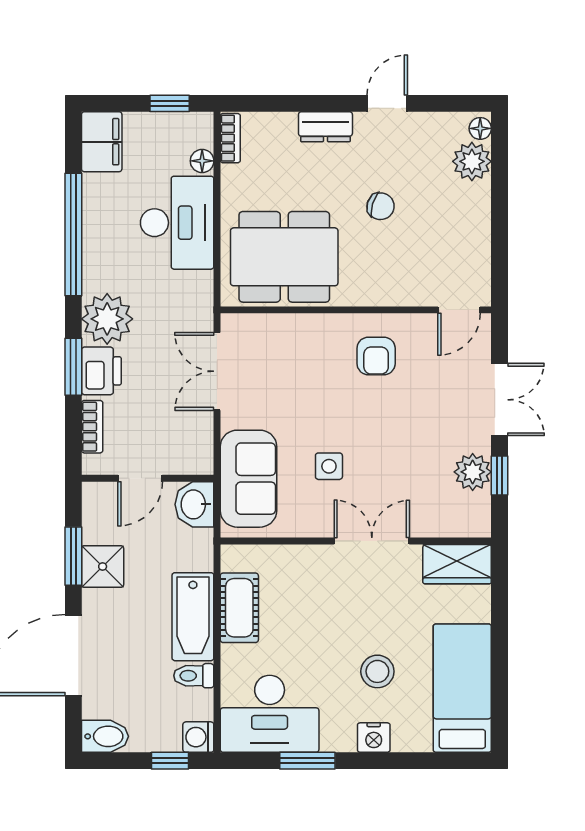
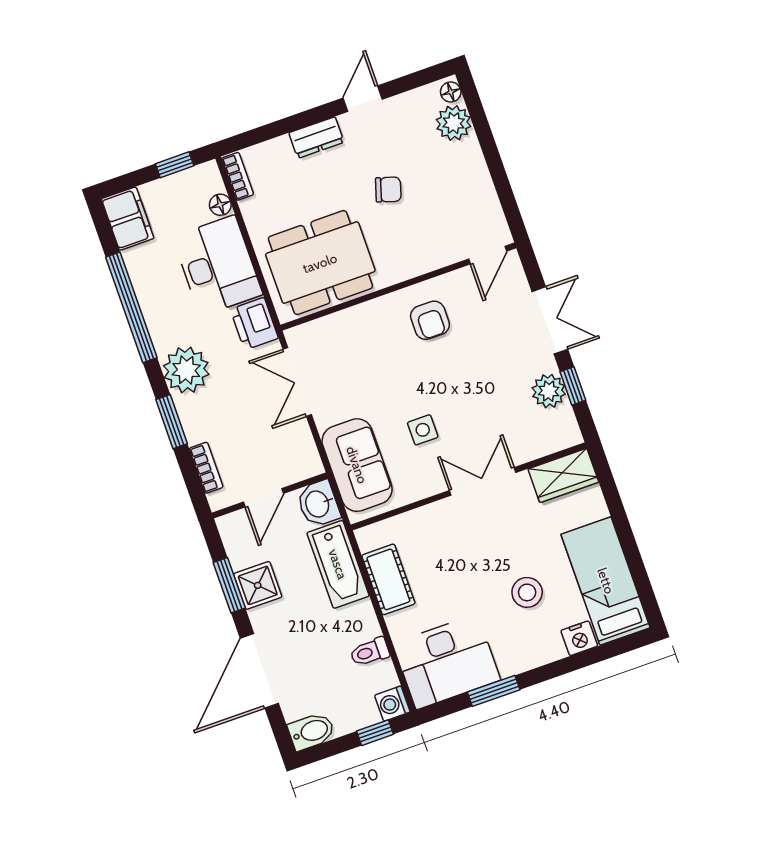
printer: (101, 371) -> (254, 324), moved, turned 180
bathtub: (193, 617) -> (338, 564), moved
nightstand: (374, 738) -> (579, 638), moved

